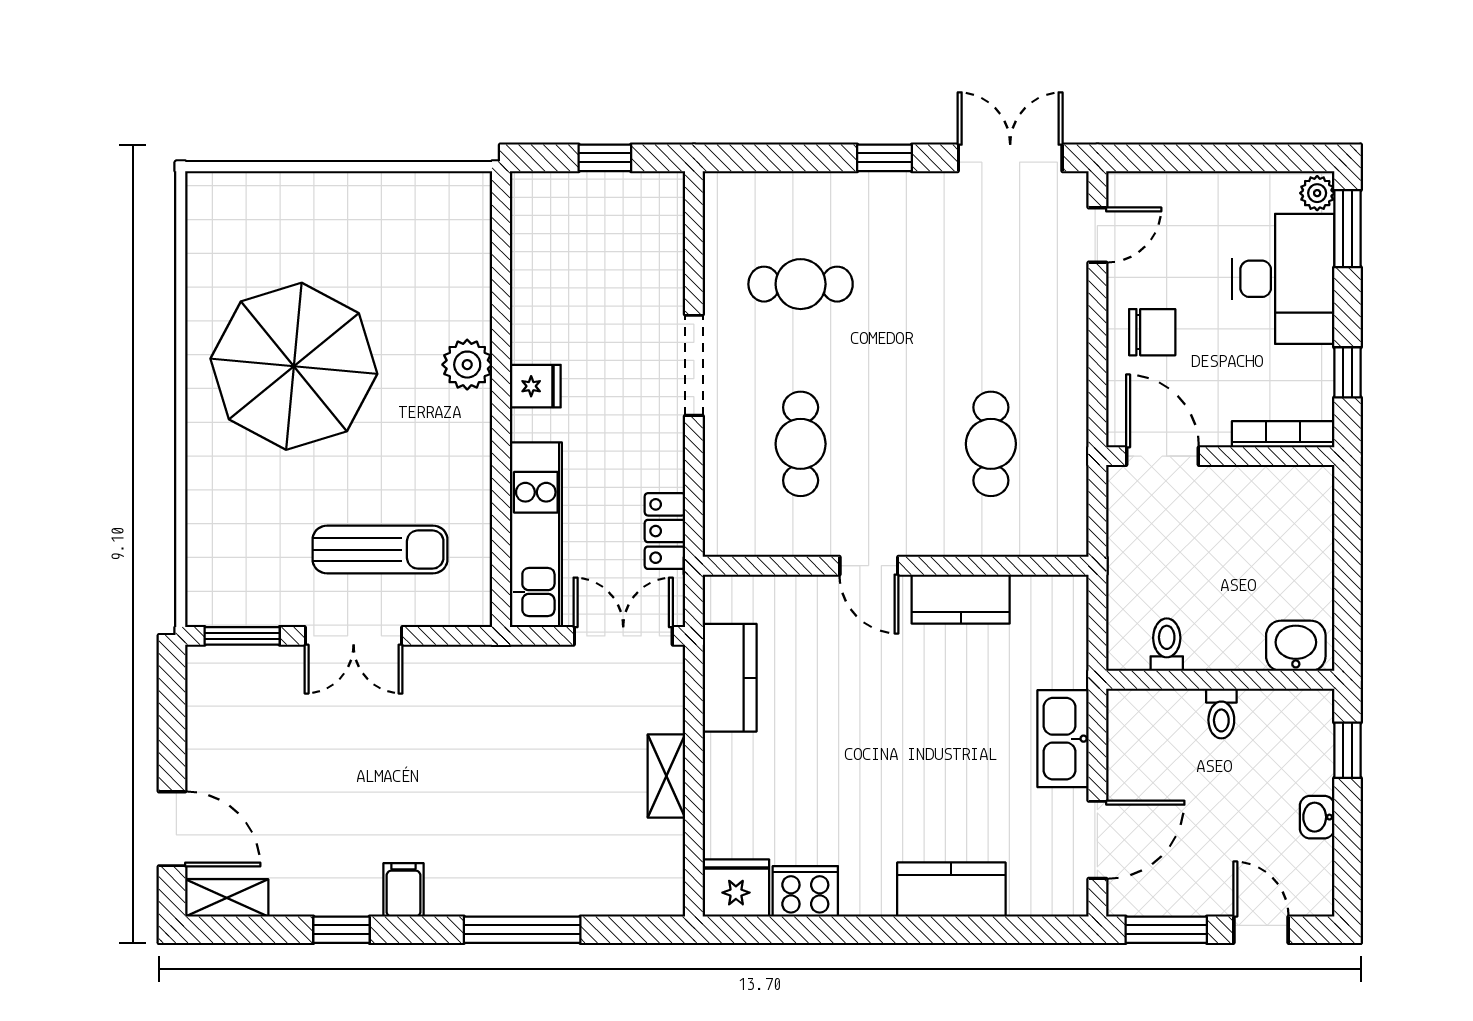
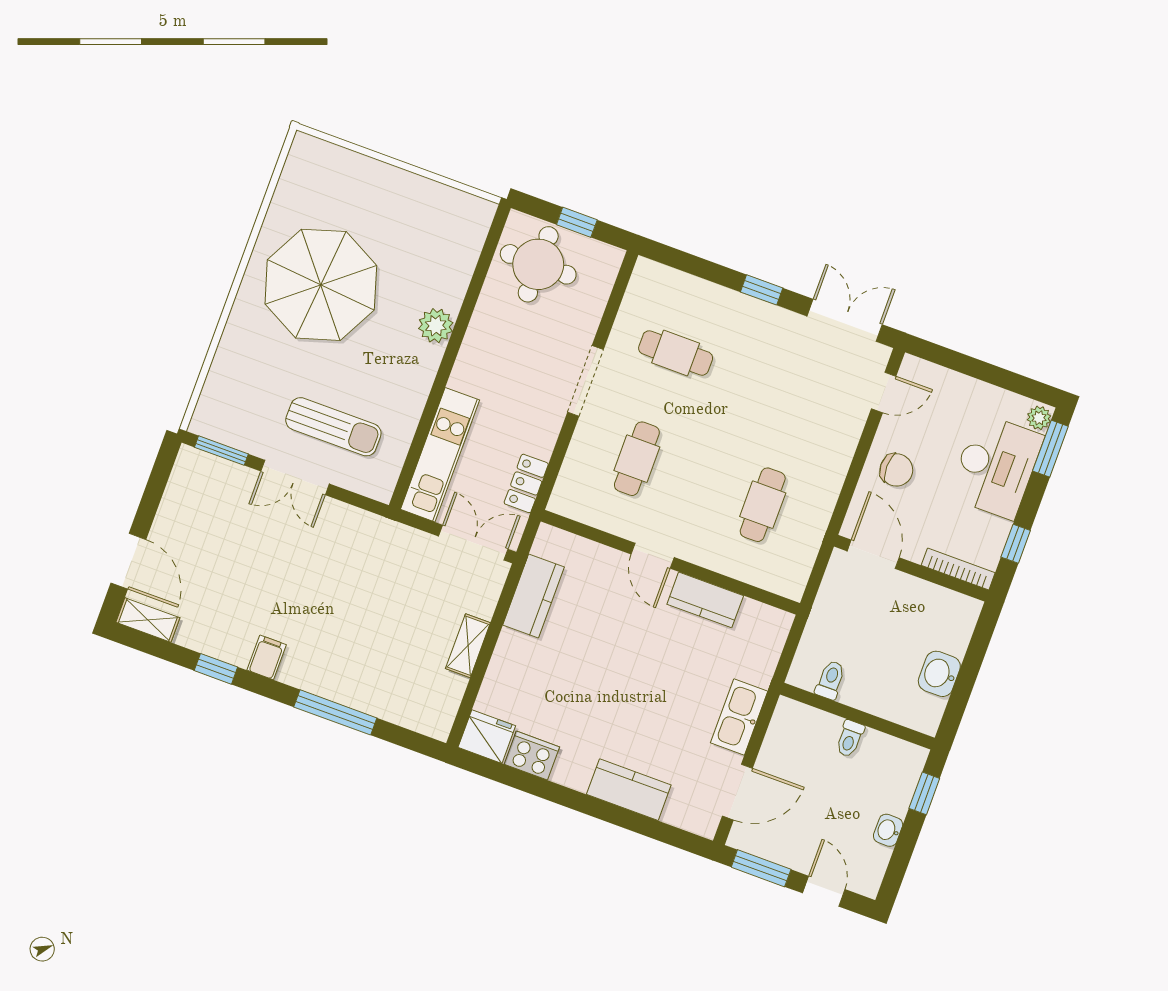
round table: (574, 233) -> (538, 264), added
fridge: (535, 386) -> (475, 356), removed
washbasin: (1296, 646) -> (939, 674), moved, turned -90

